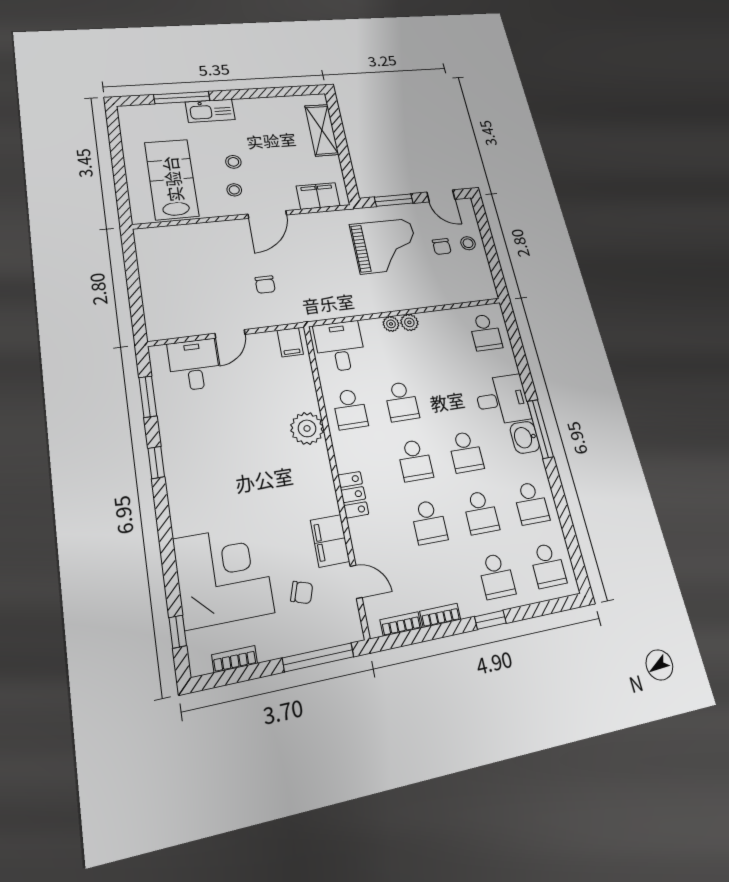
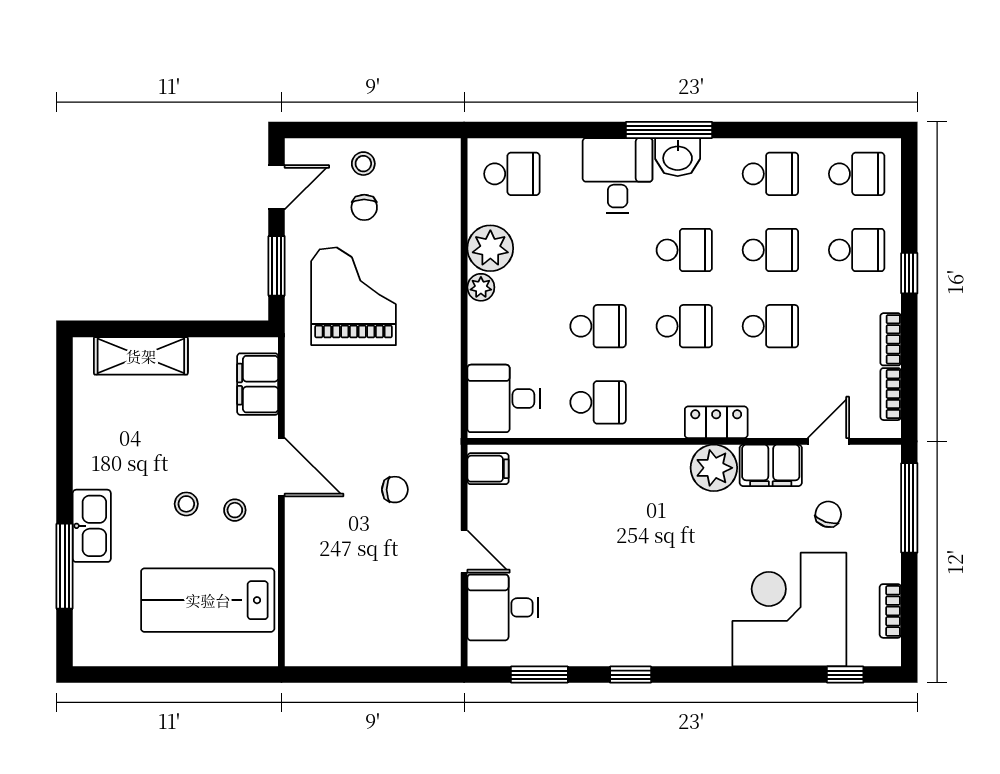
chair: (442, 247) -> (364, 207), turned 90
plant: (391, 324) -> (490, 248), moved, width x1.87, depth x1.87
plant: (307, 428) -> (714, 468), moved

